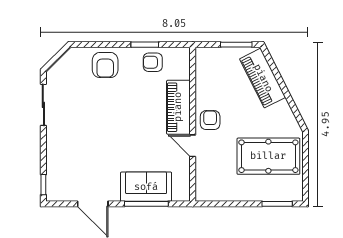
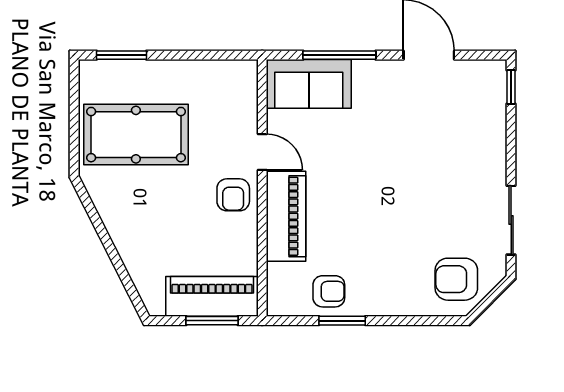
window: (236, 45) -> (212, 321), moved
armchair: (105, 65) -> (456, 279), moved, turned -90
piano: (263, 78) -> (212, 296), moved, turned -63
sofa: (146, 187) -> (309, 84), moved

